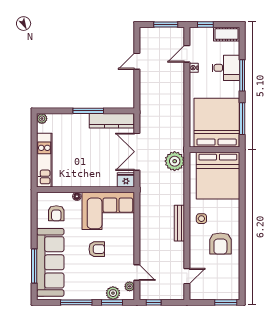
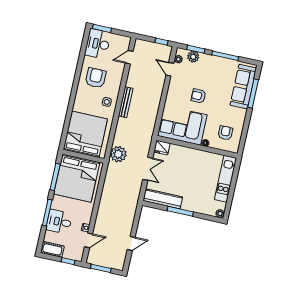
double door: (137, 152) -> (148, 169), width x0.73
sofa: (50, 262) -> (243, 87), width x0.74, depth x0.79
desk: (227, 284) -> (98, 44), added

